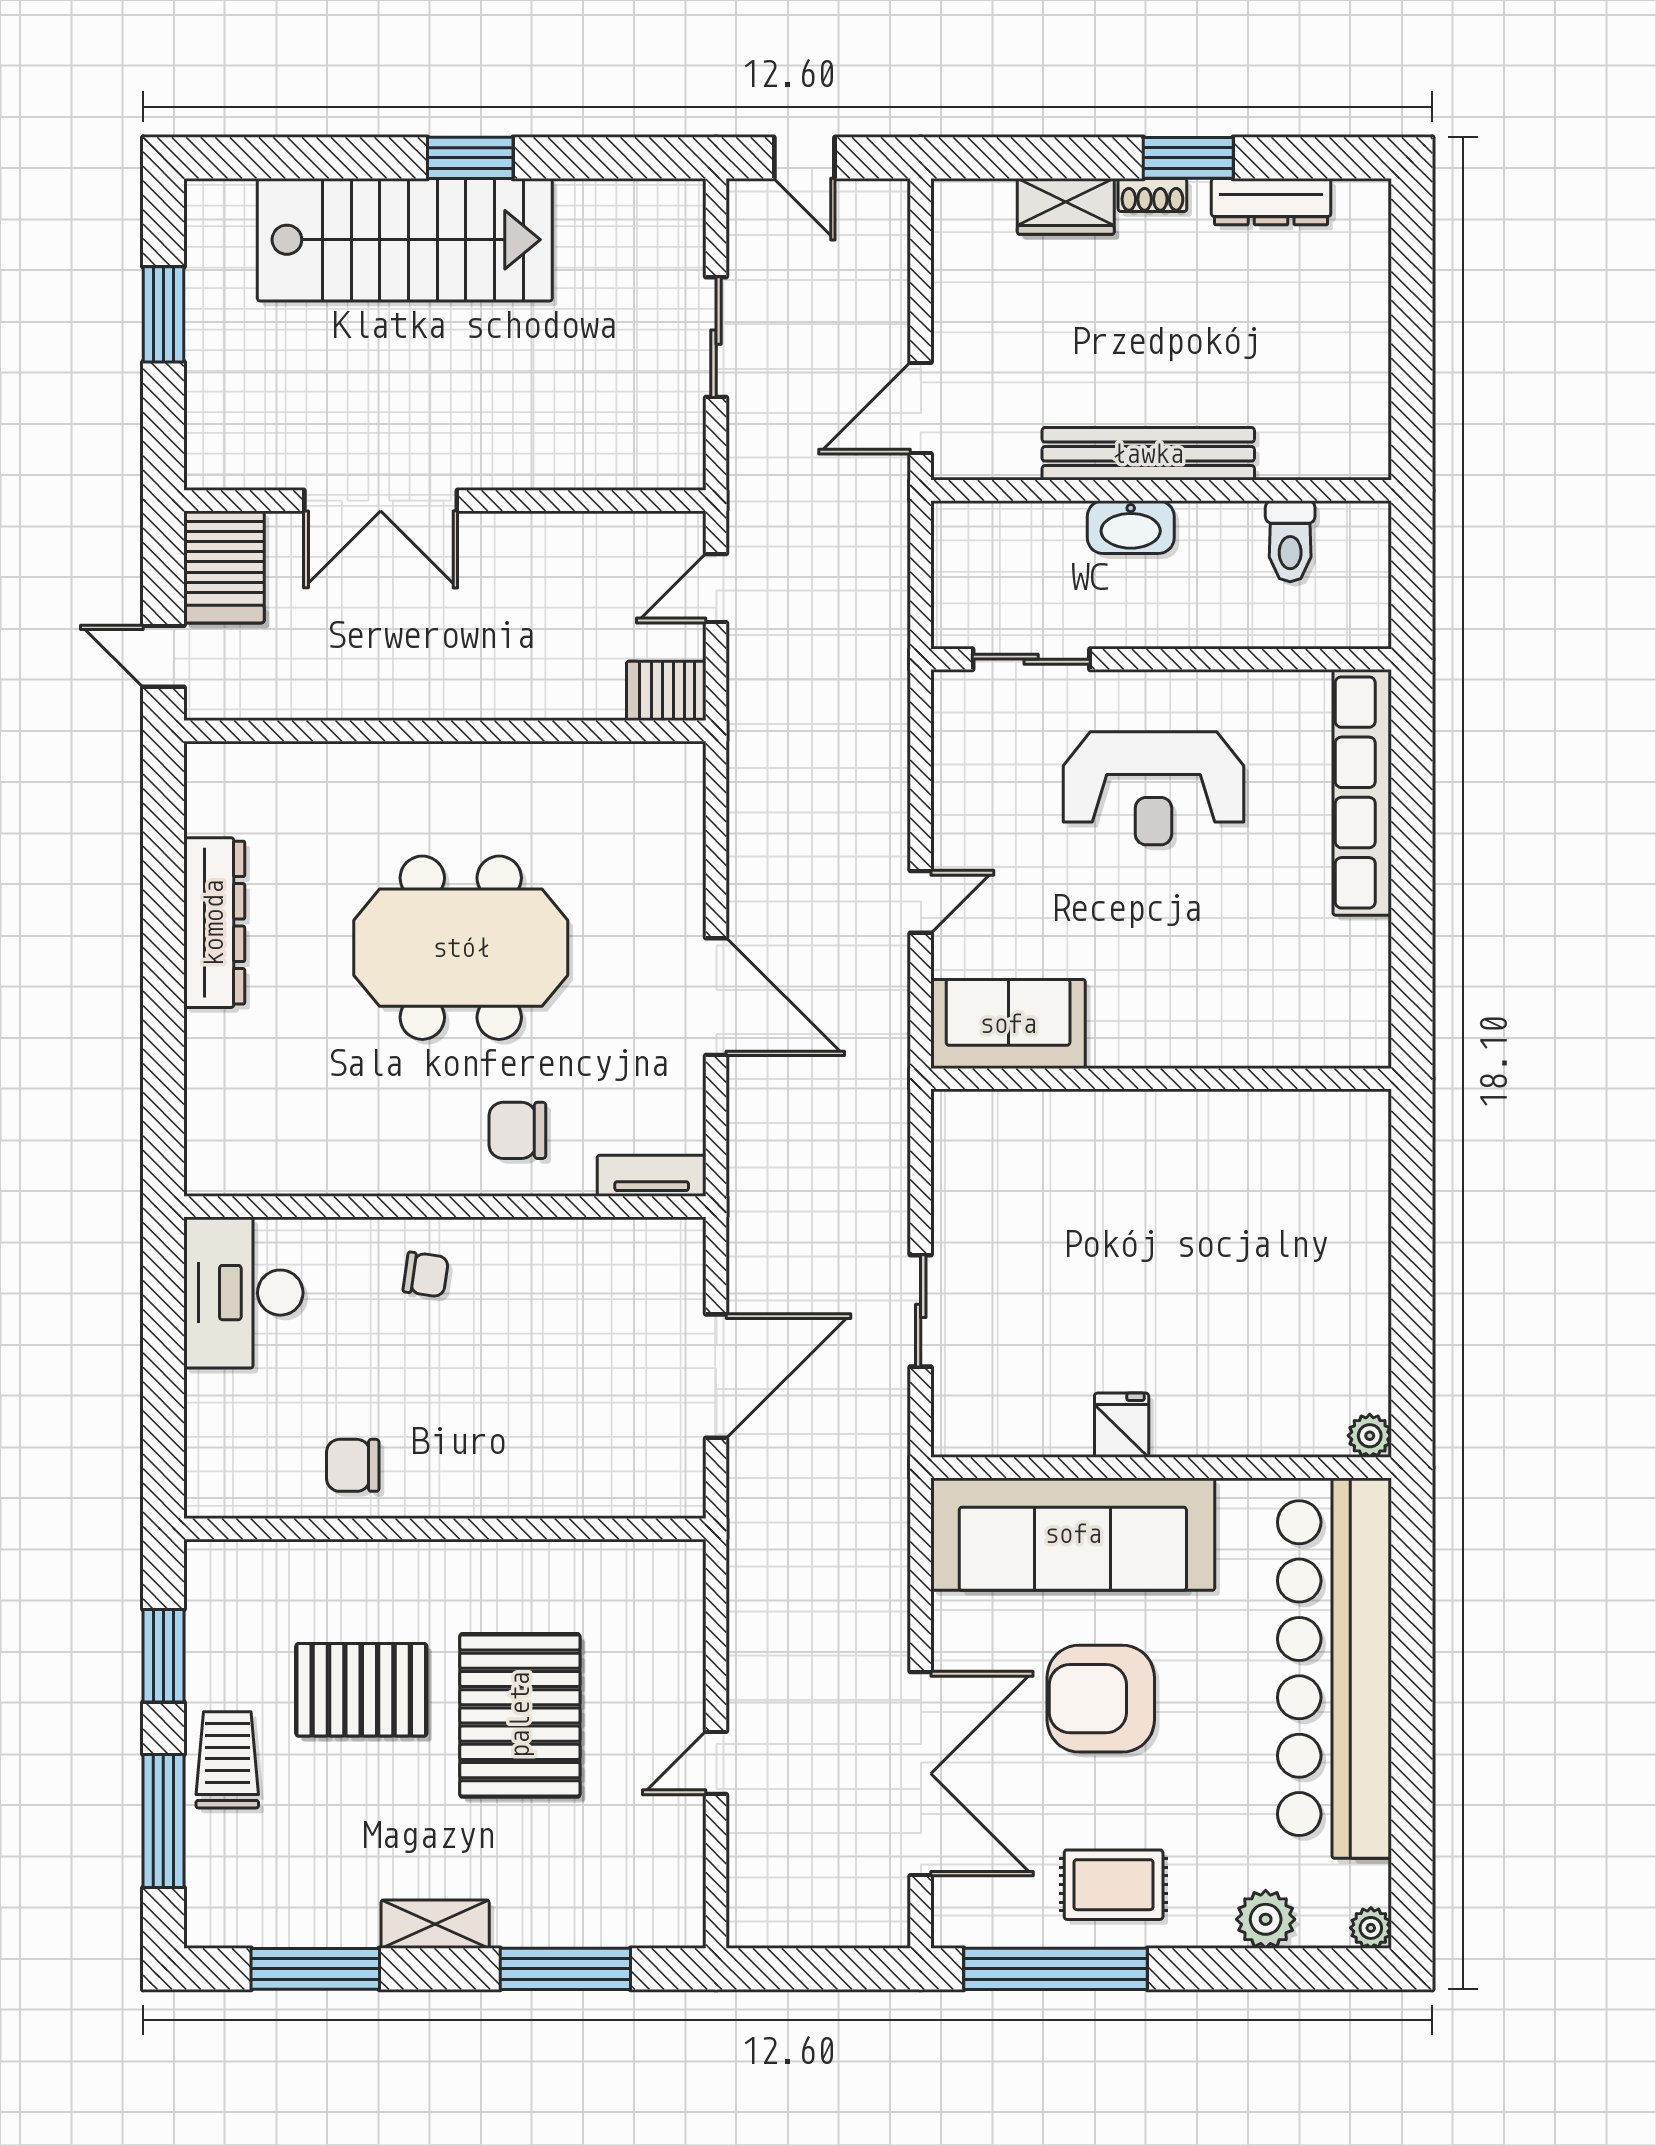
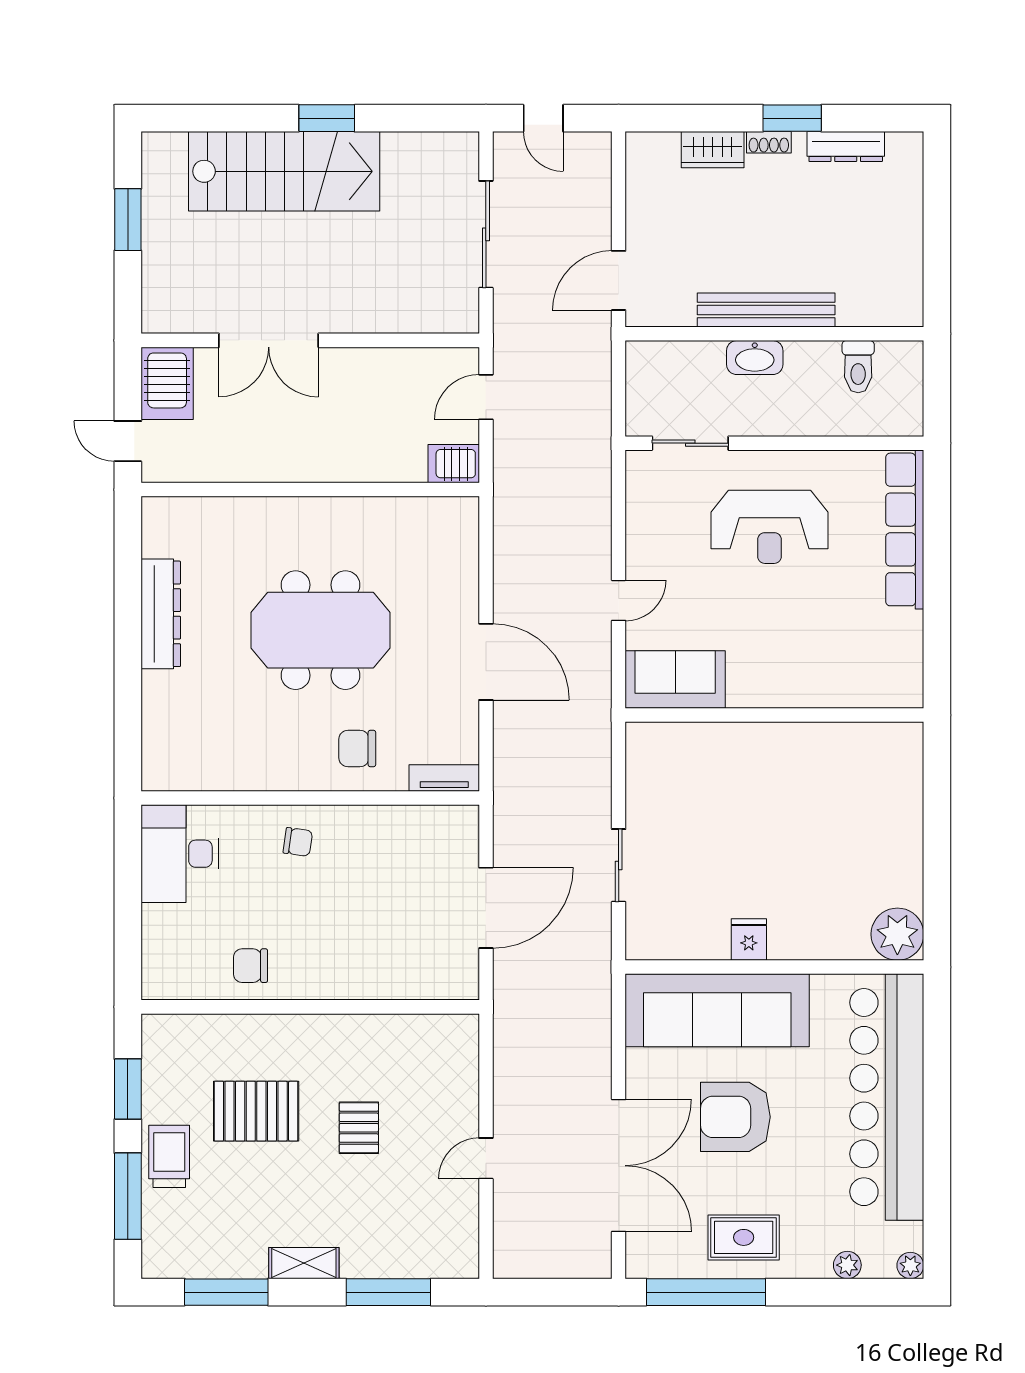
sliding door: (716, 337) -> (486, 234), width x1.37
plant: (1370, 1436) -> (897, 934), width x1.87, depth x1.87
pallet: (520, 1715) -> (359, 1128), width x0.49, depth x0.50
plant: (1266, 1919) -> (847, 1265), width x0.73, depth x0.73

